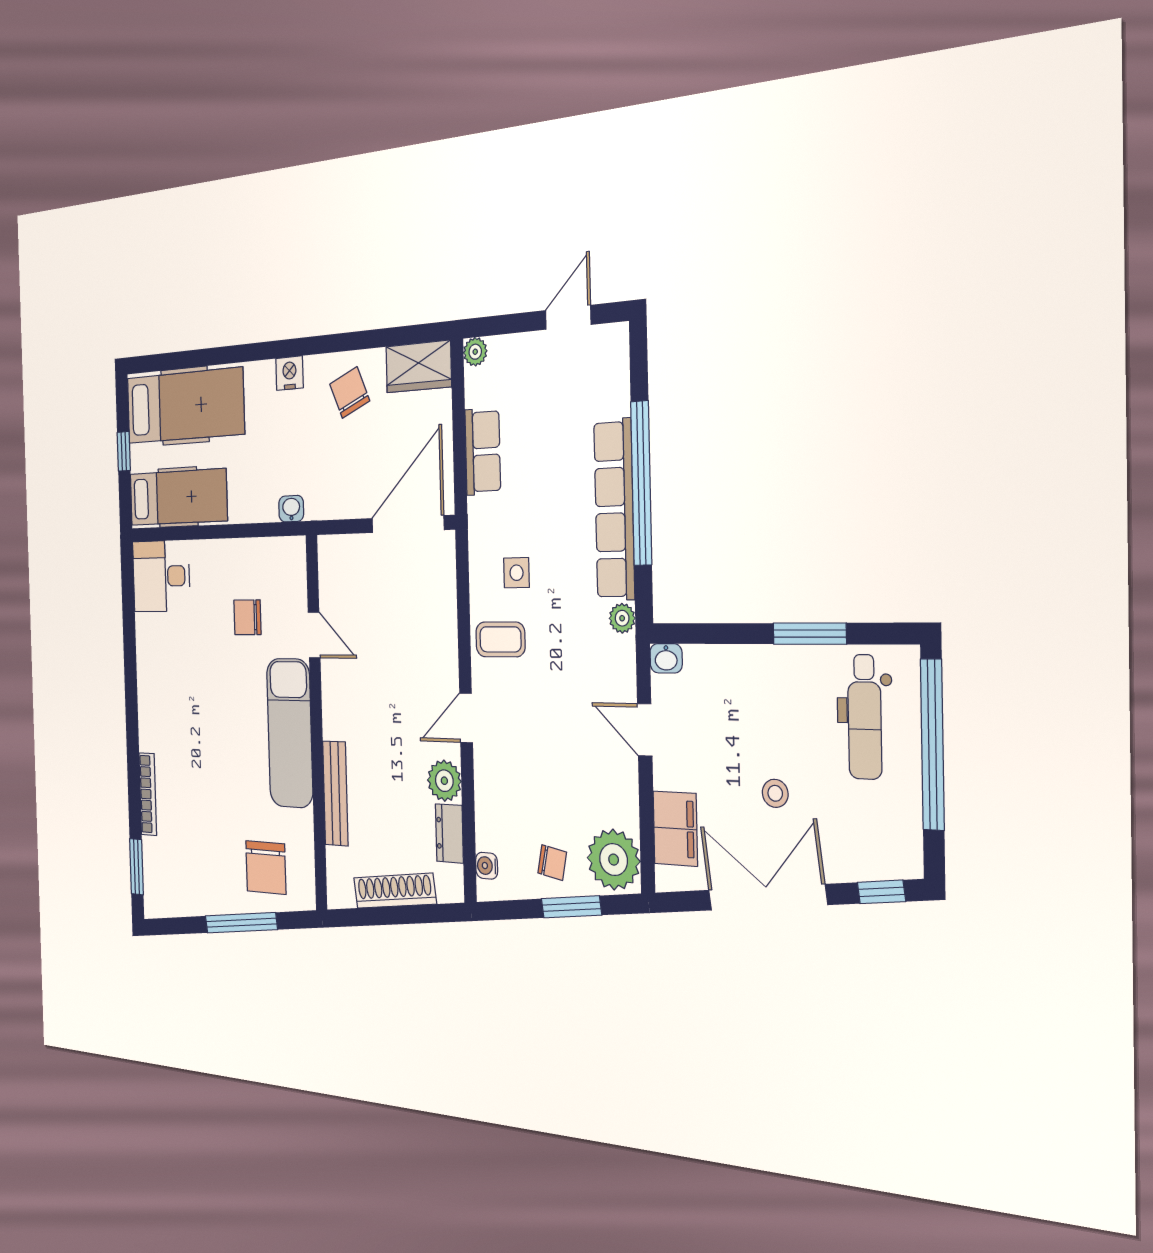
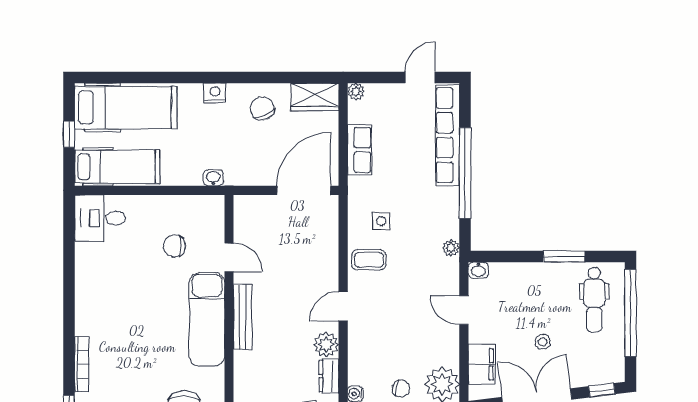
row of seats: (614, 510) -> (447, 135), moved
bench: (335, 793) -> (243, 317), moved

